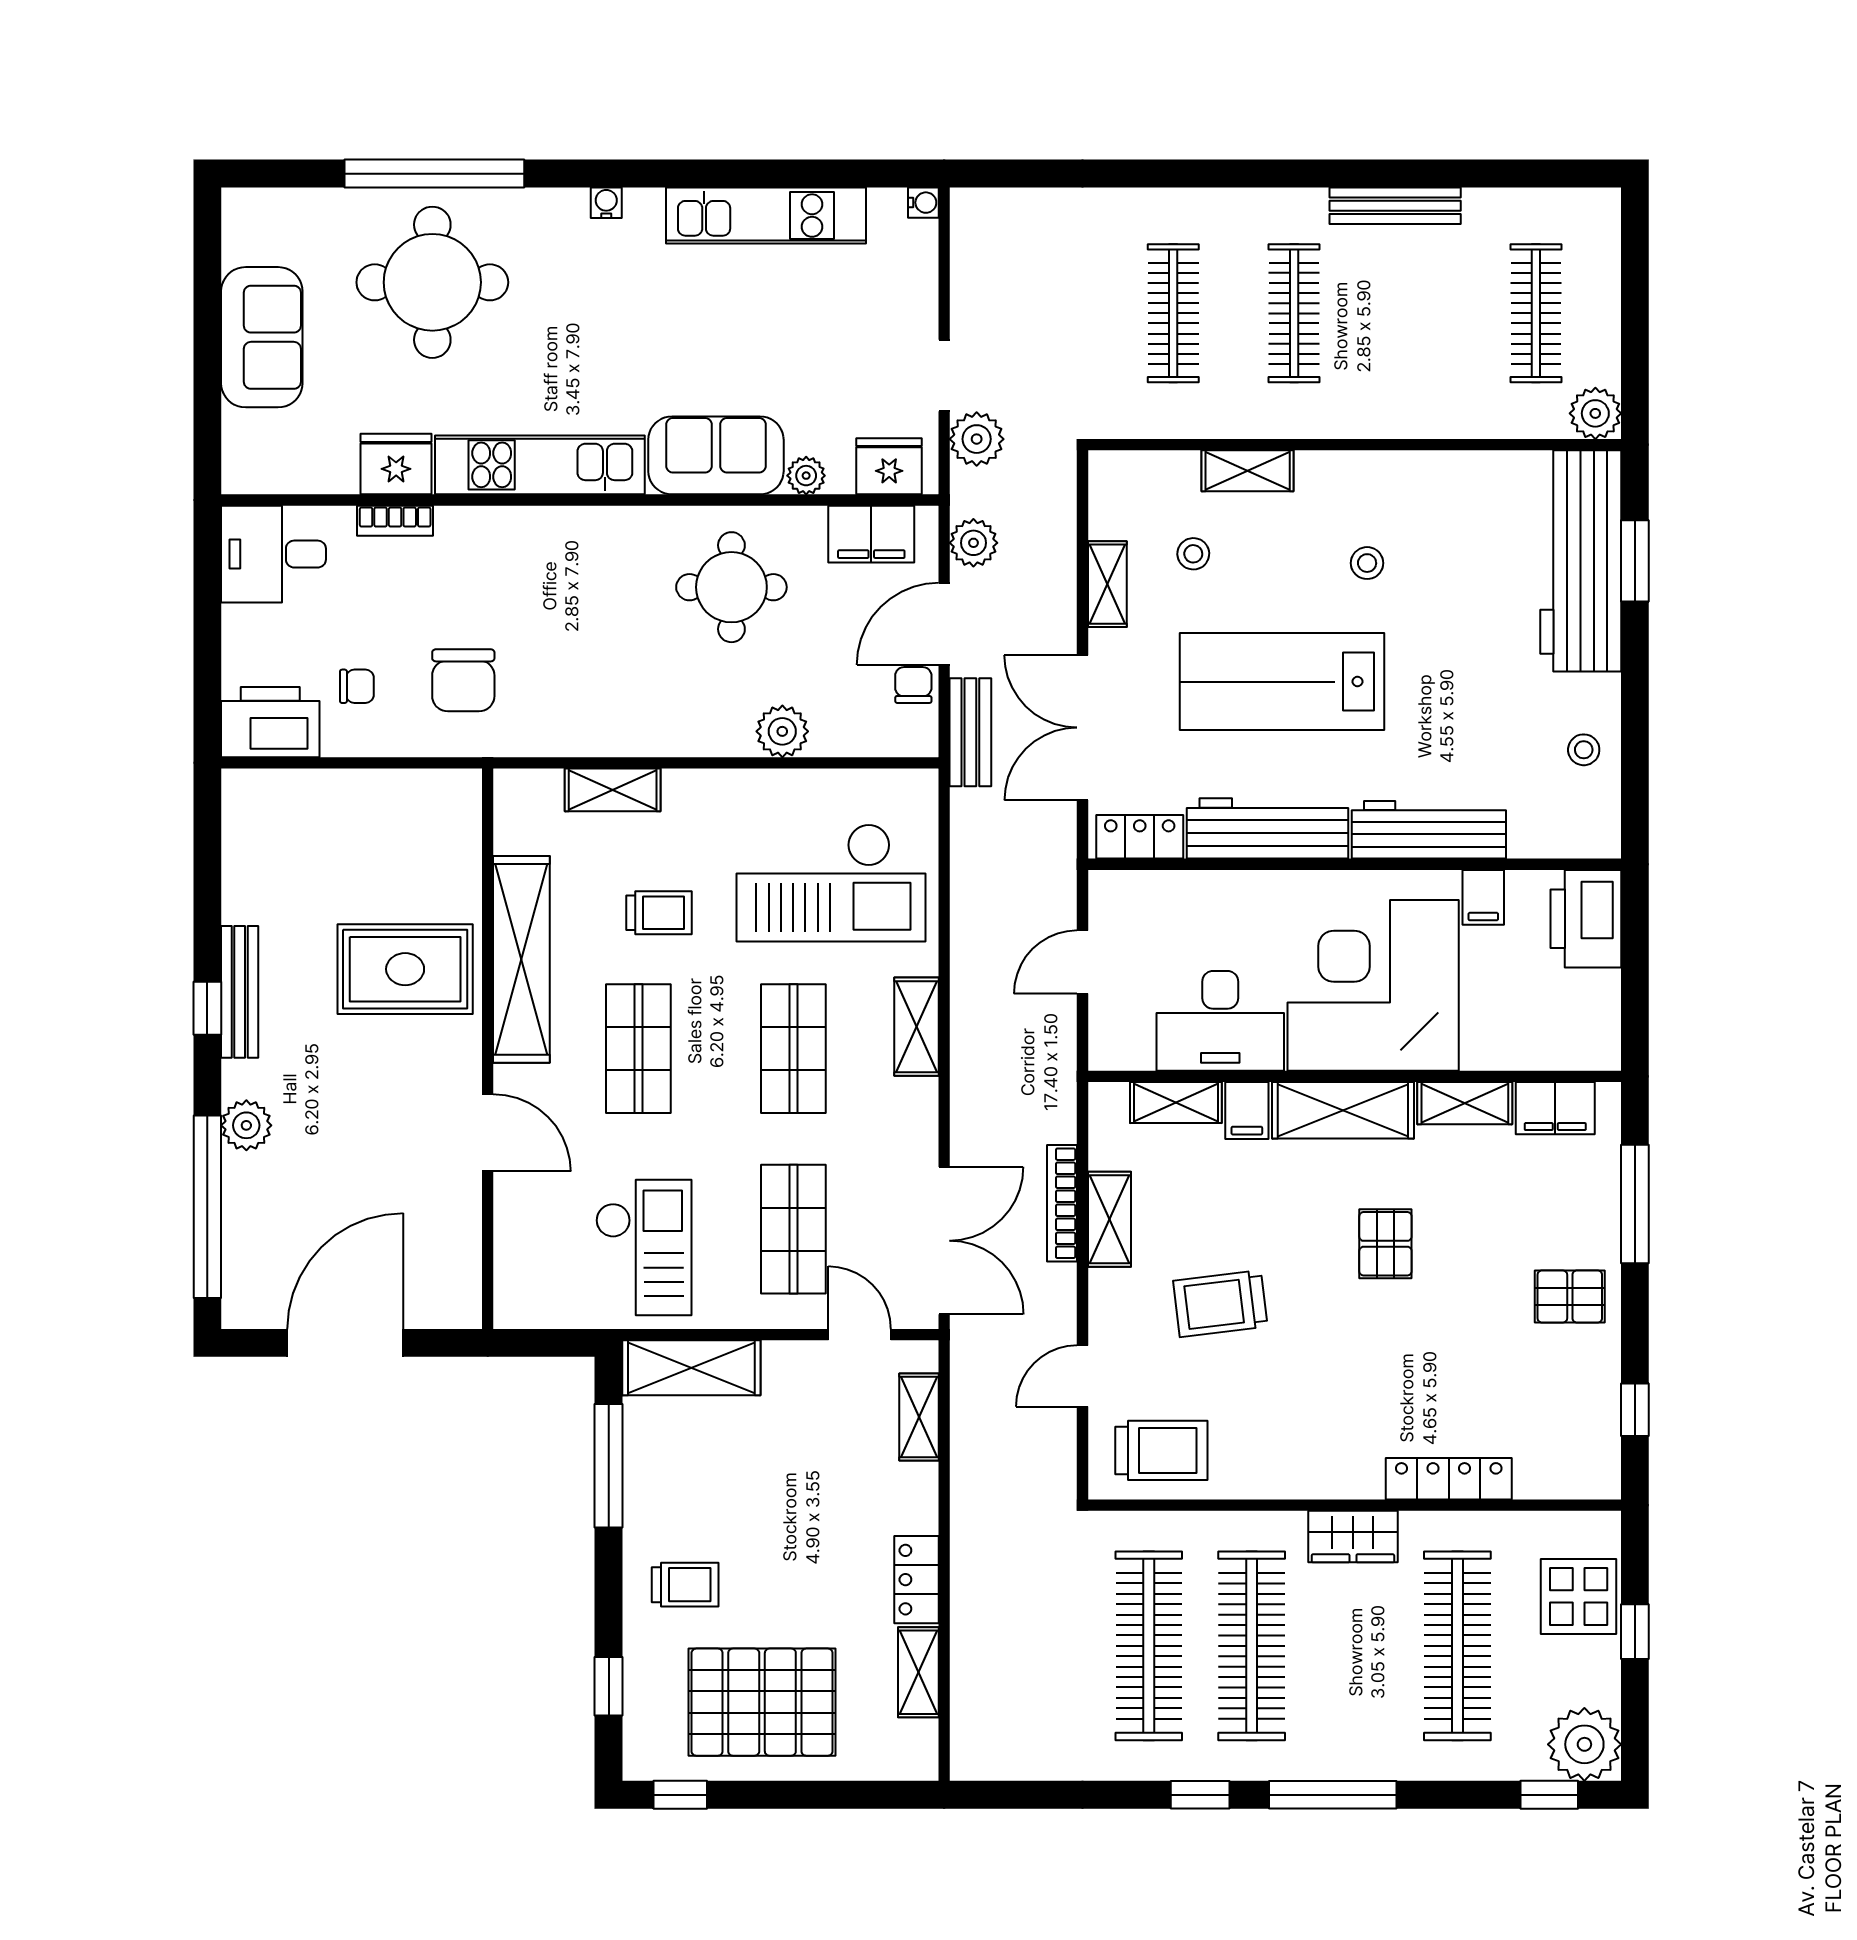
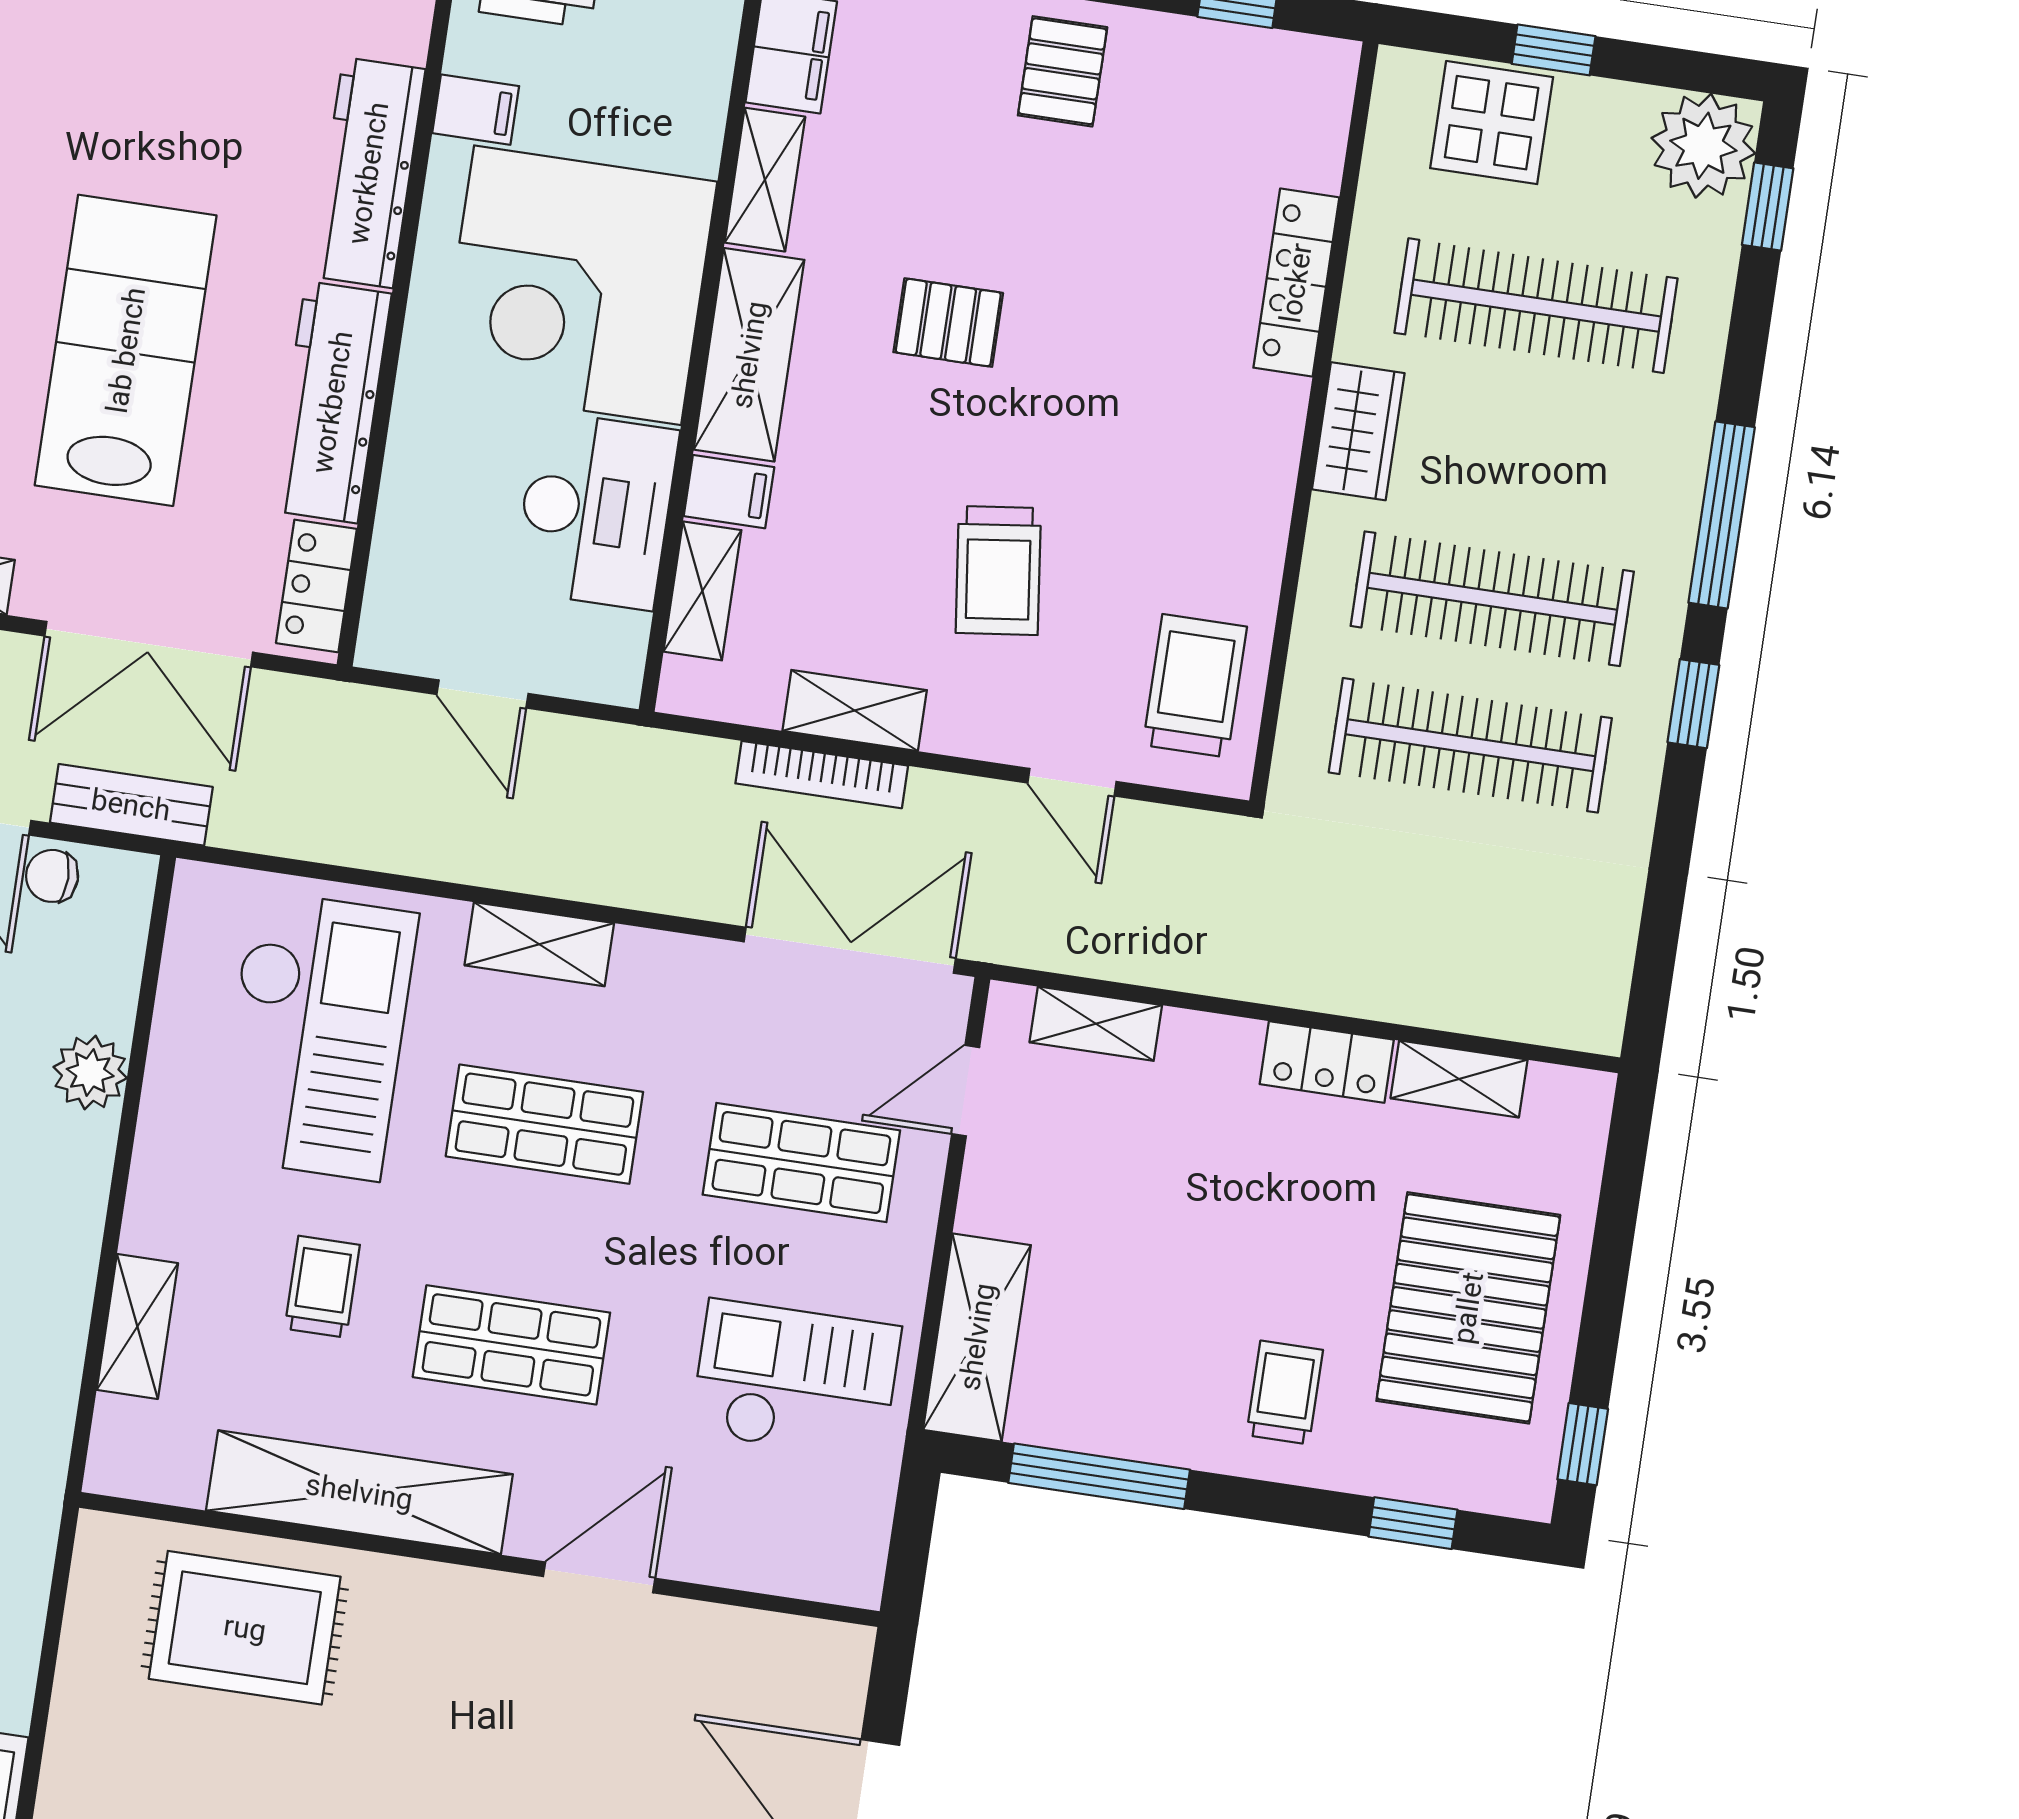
lab bench: (1282, 682) -> (126, 350), turned 180
rug: (405, 969) -> (245, 1628), moved, turned 90

